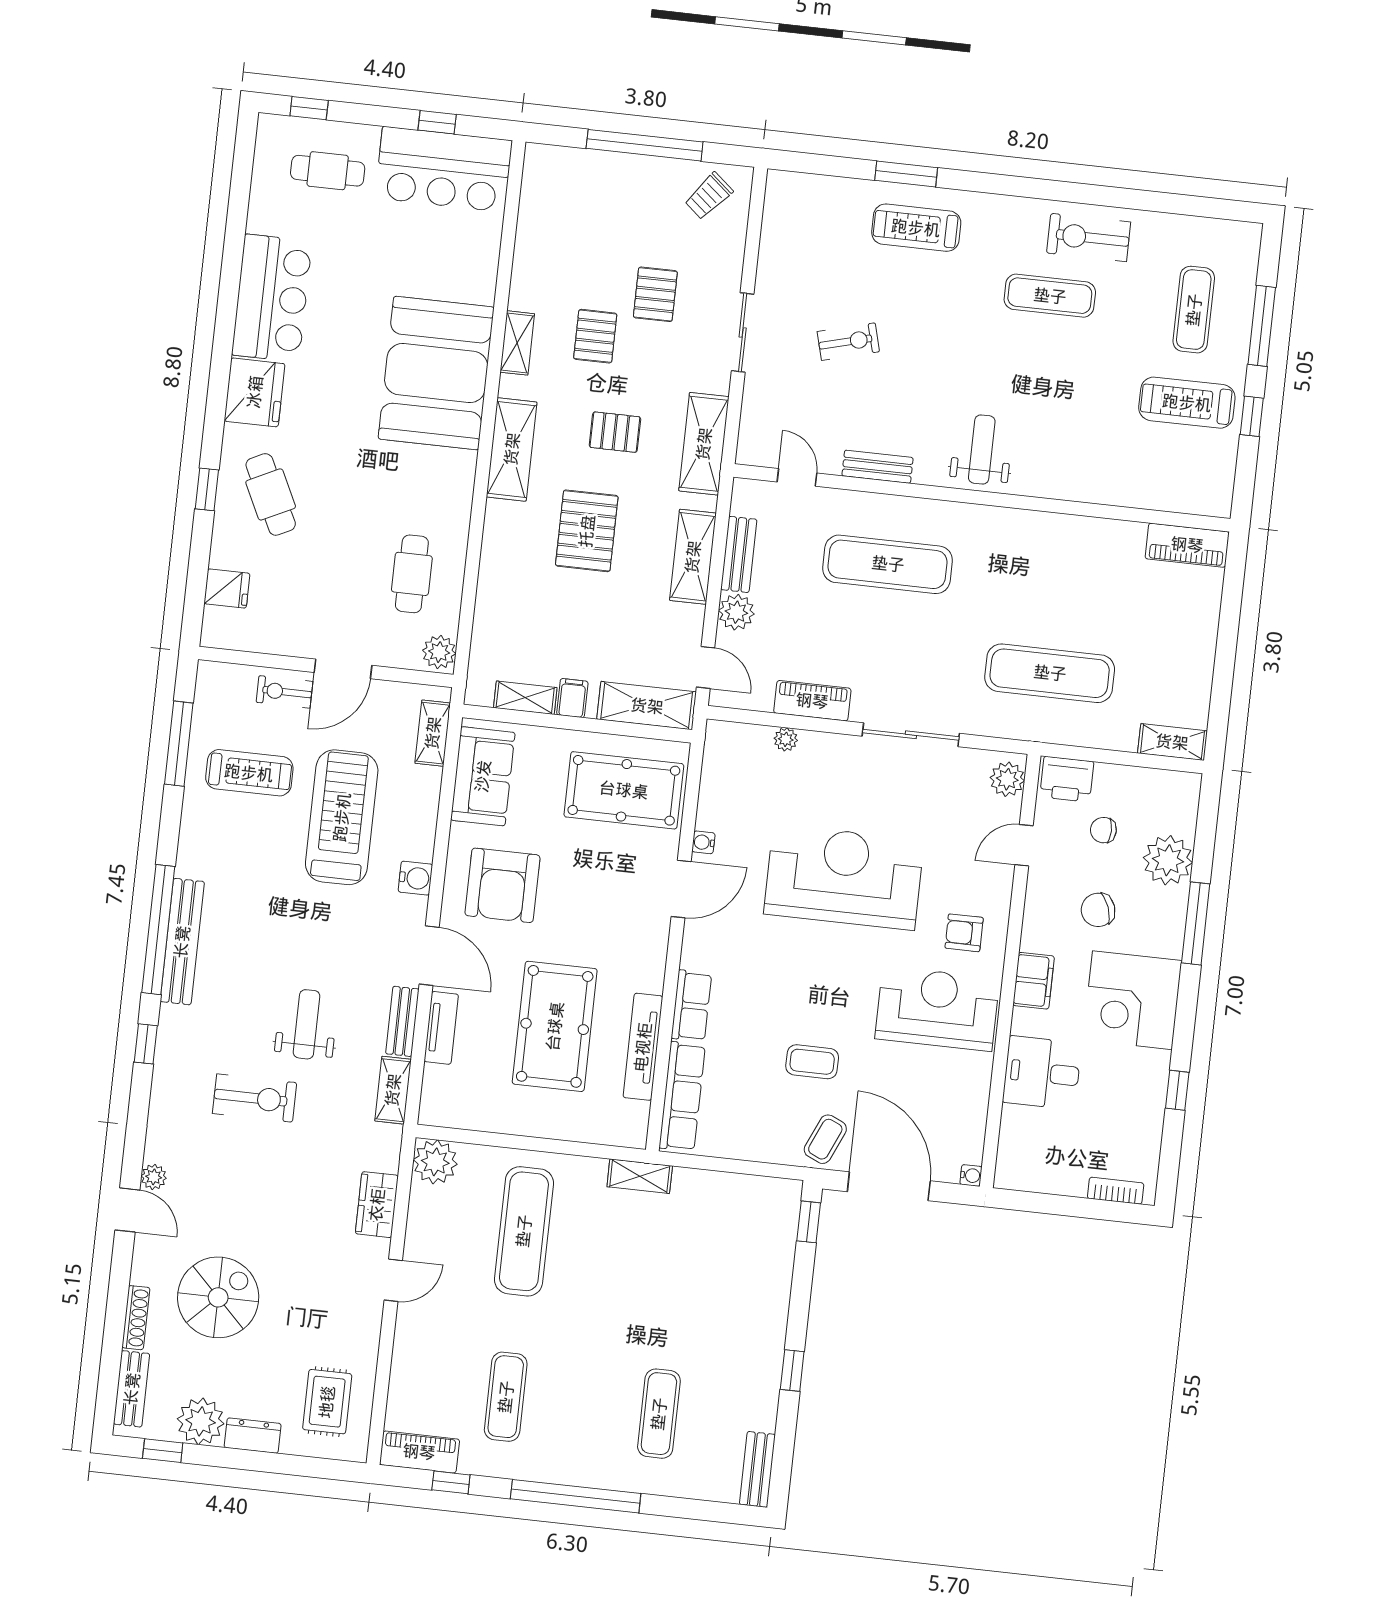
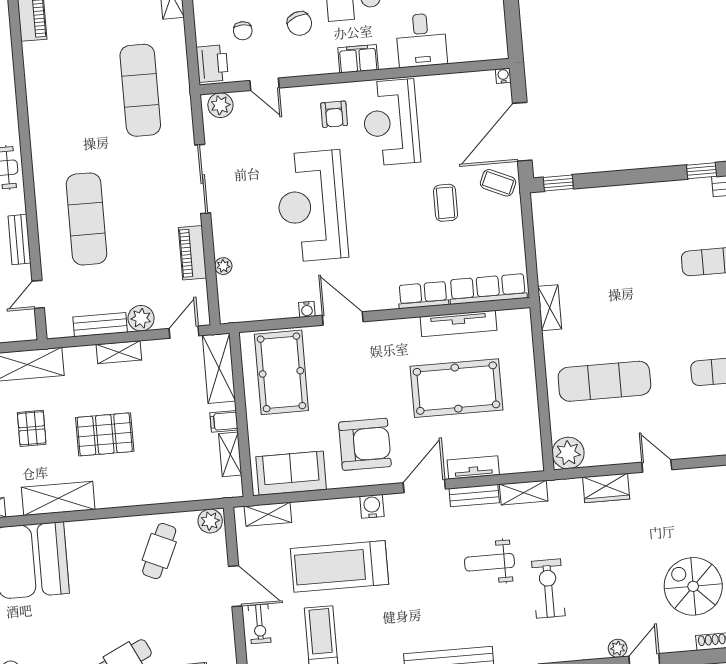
shelving: (693, 557) -> (119, 352), width x0.67, depth x0.75
cafe table: (412, 574) -> (159, 551), turned -66
window: (792, 1371) -> (702, 171), moved

